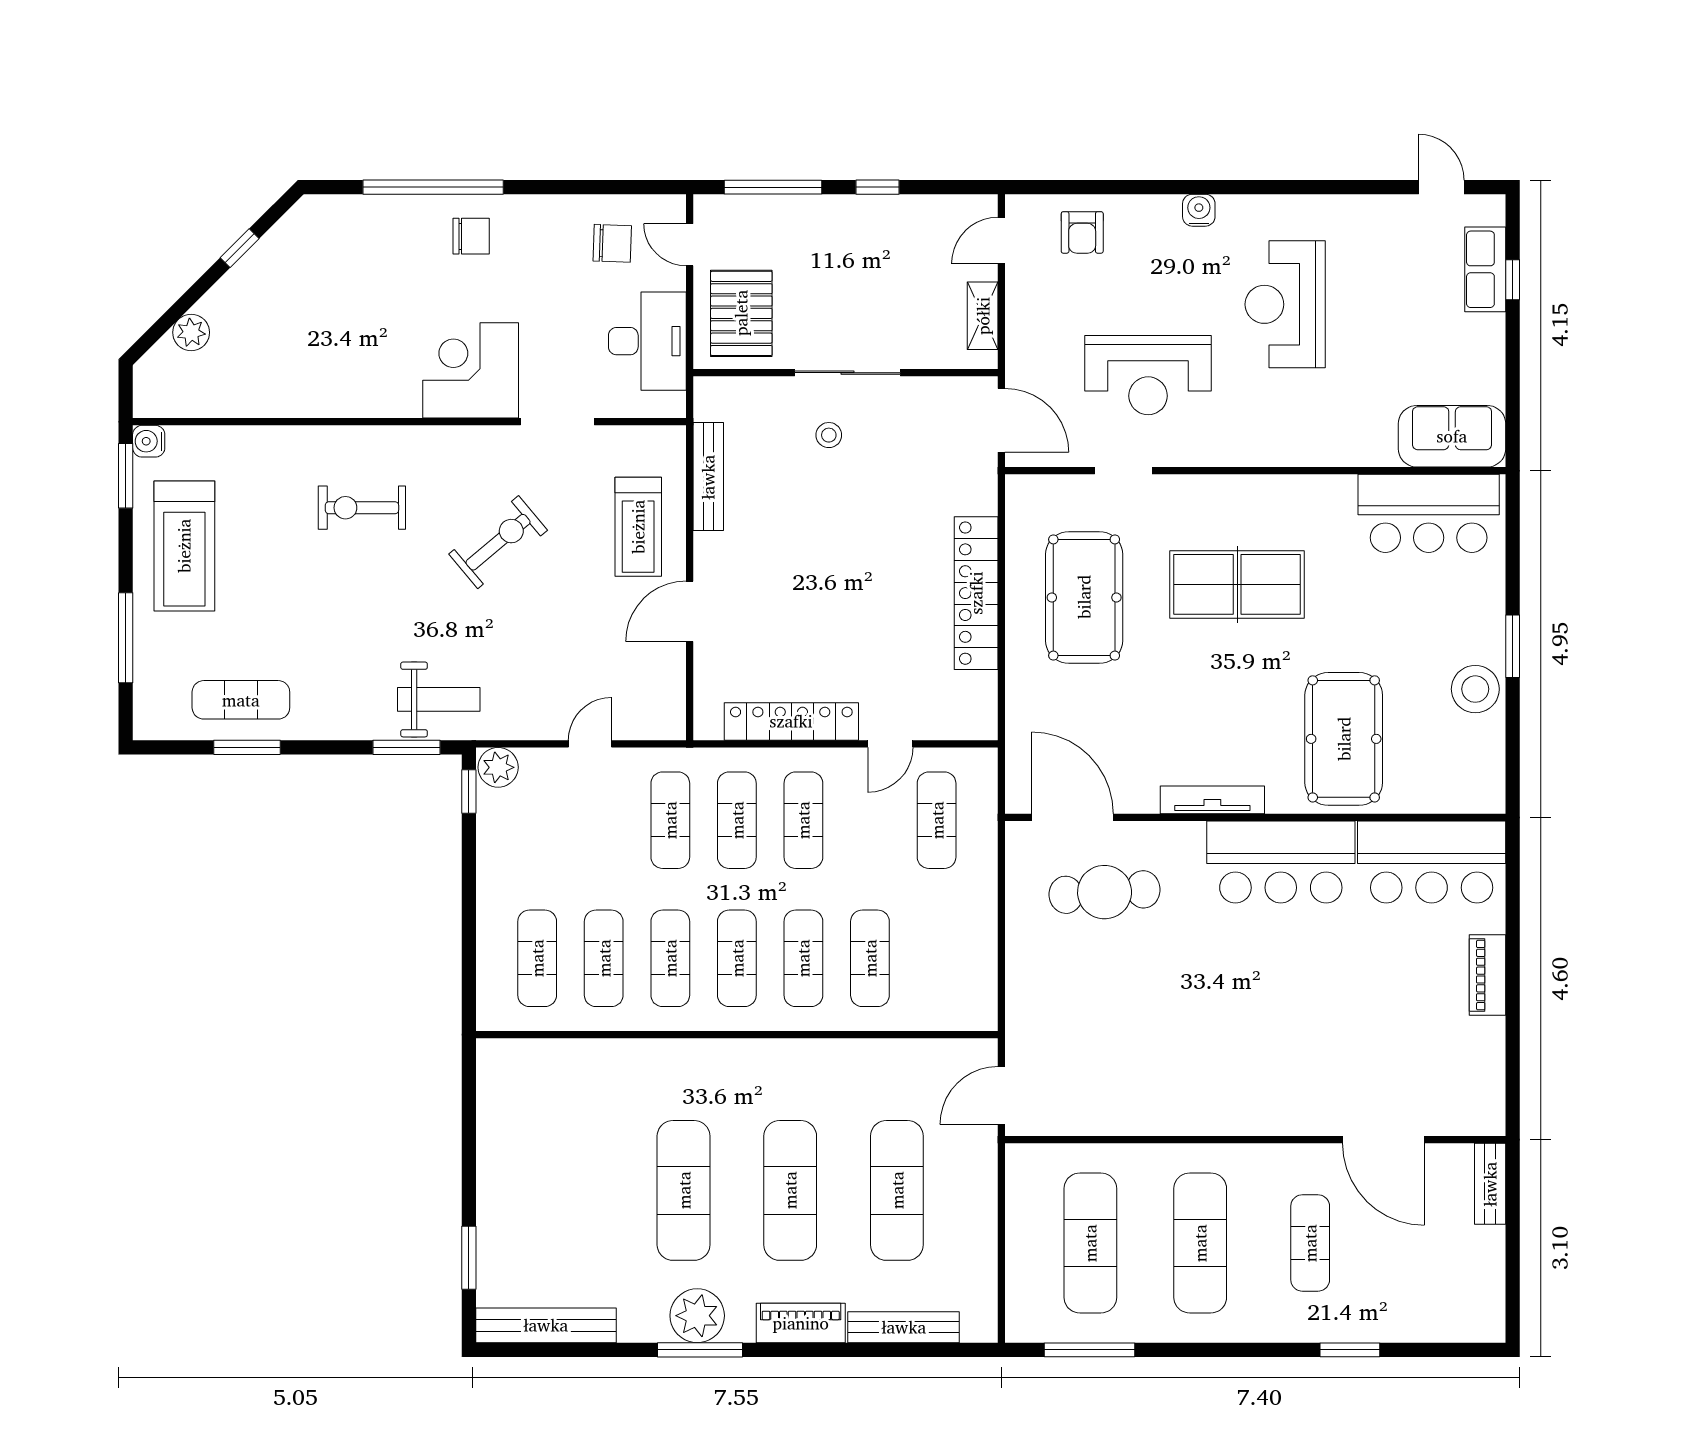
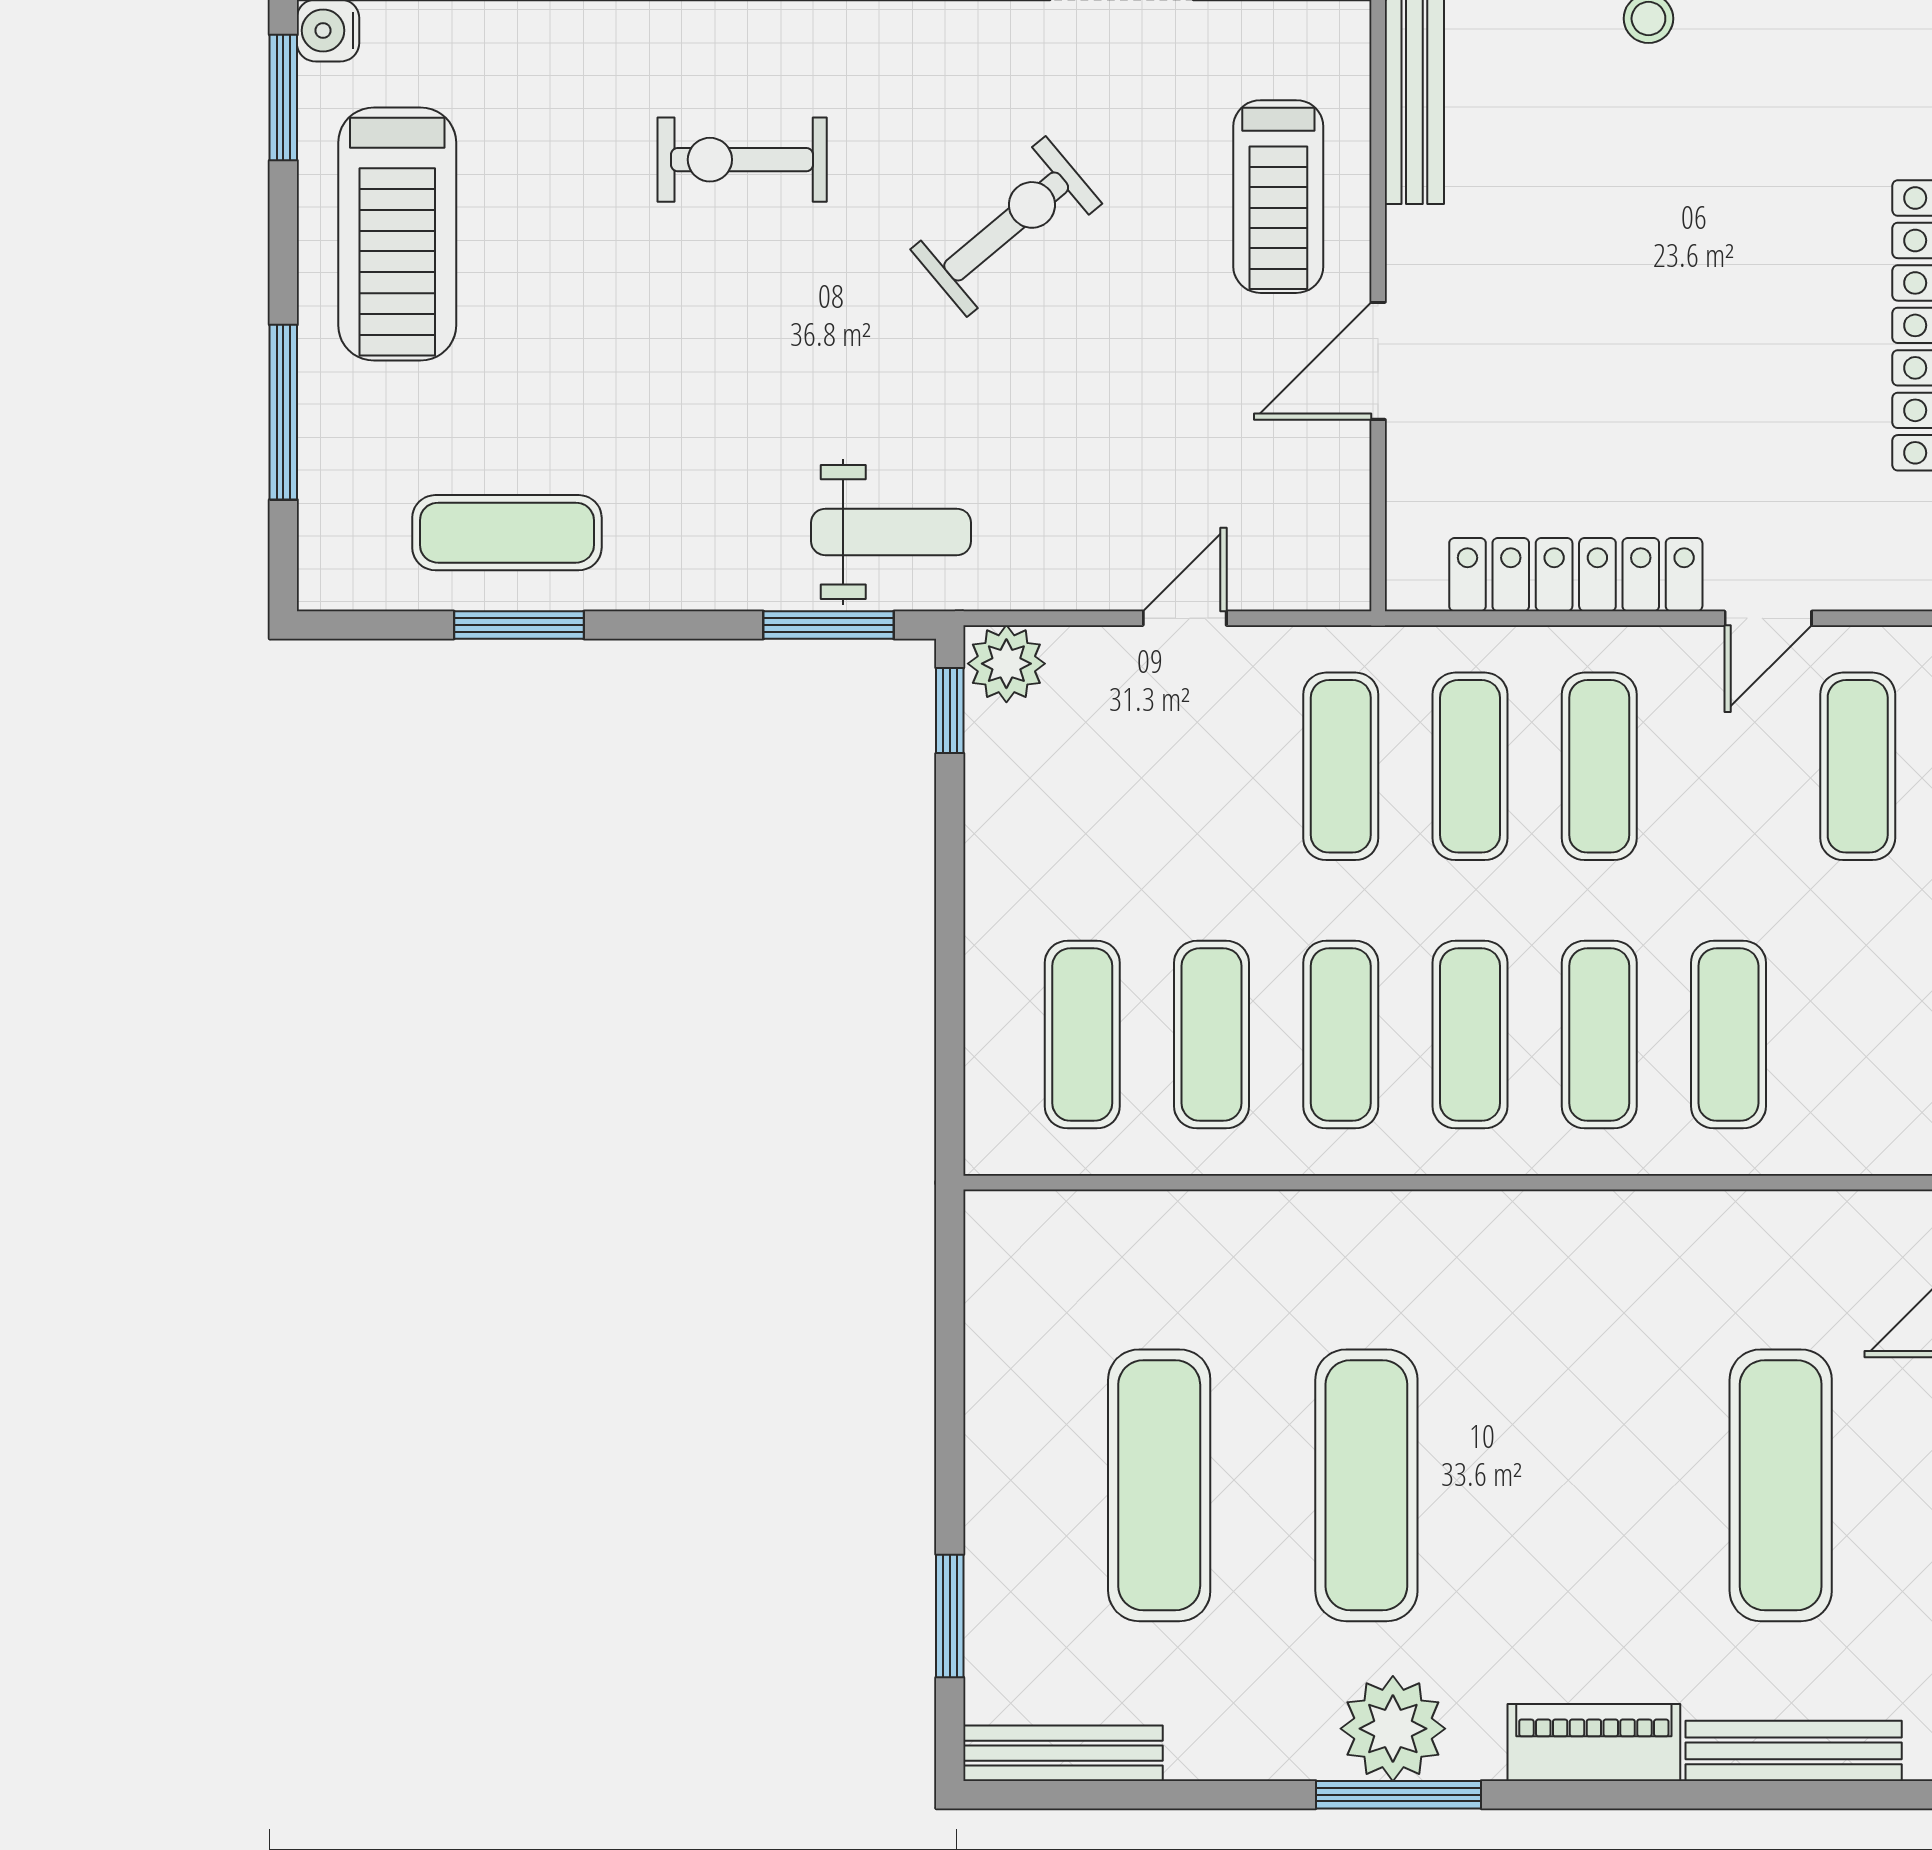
exercise mat: (790, 1190) -> (1159, 1485), moved
bench: (546, 1325) -> (1063, 1753), width x0.73, depth x0.82

